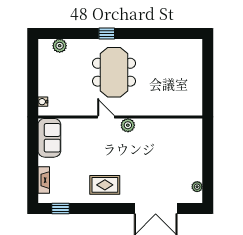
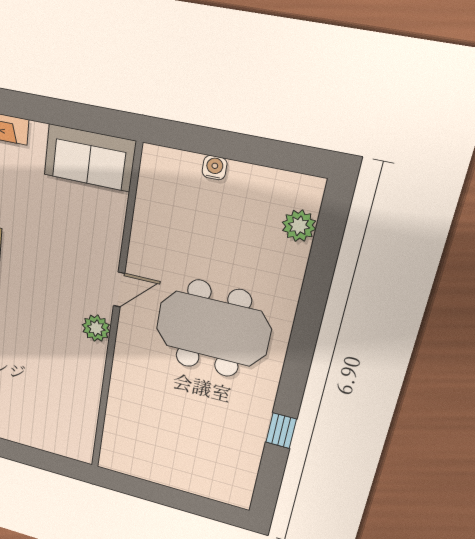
window: (107, 33) -> (281, 431), moved
water cooler: (43, 102) -> (214, 168), moved

